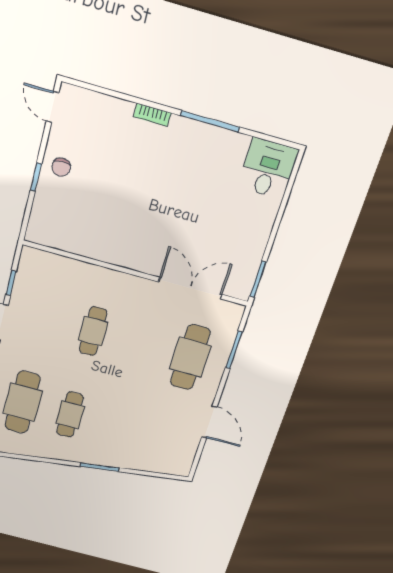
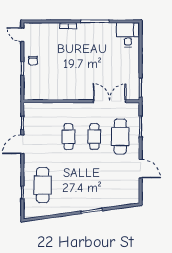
cafe table: (70, 415) -> (94, 137), moved

